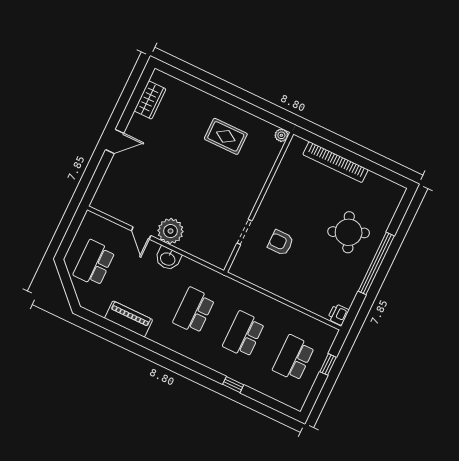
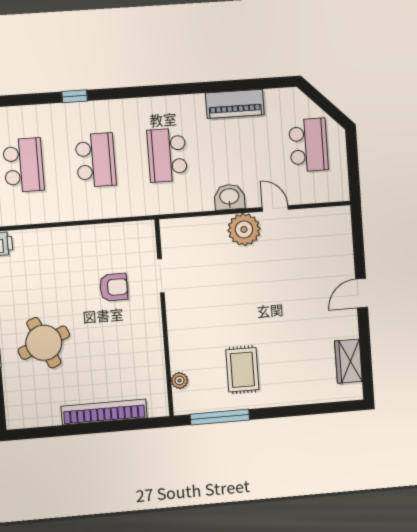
window: (260, 113) -> (220, 417), added
plant: (281, 135) -> (180, 381), moved
rug: (226, 136) -> (242, 370), turned 90
school desk: (194, 311) -> (167, 155), turned 180

